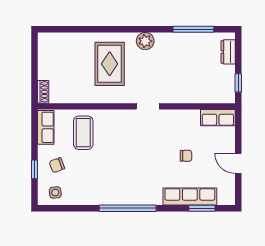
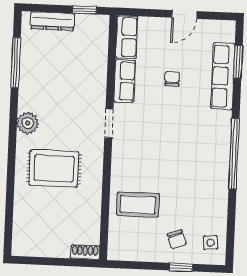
dresser: (228, 52) -> (52, 21), width x1.44
row of seats: (46, 127) -> (125, 81), moved, turned 90

